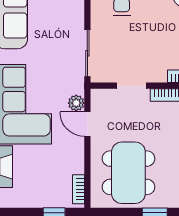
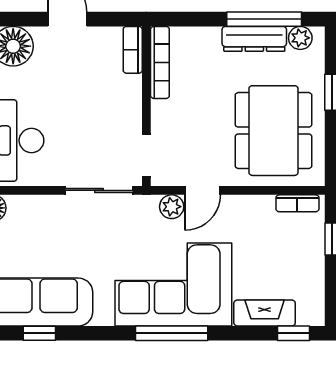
doorway: (131, 86) -> (146, 155), moved
dining table: (128, 173) -> (273, 131), turned 90

